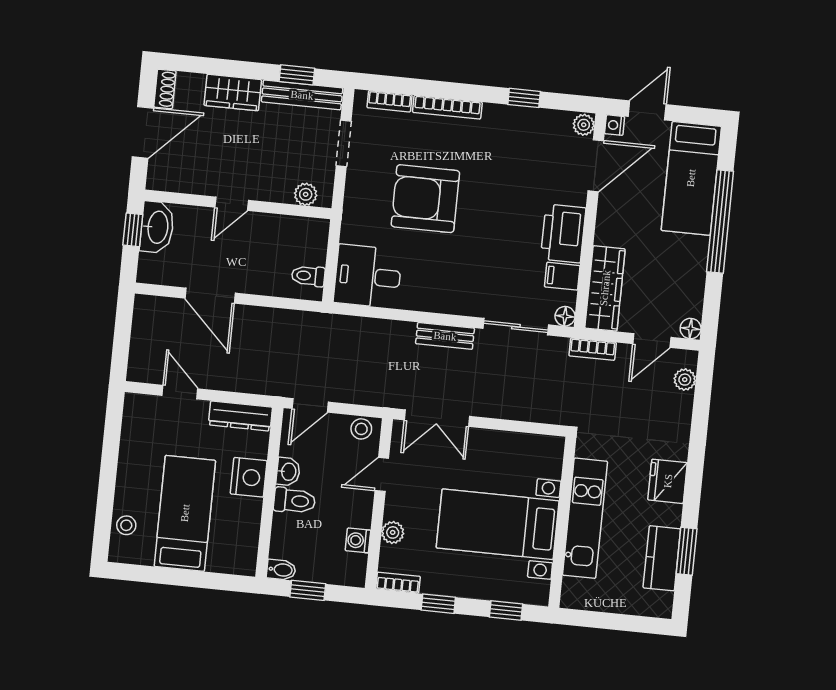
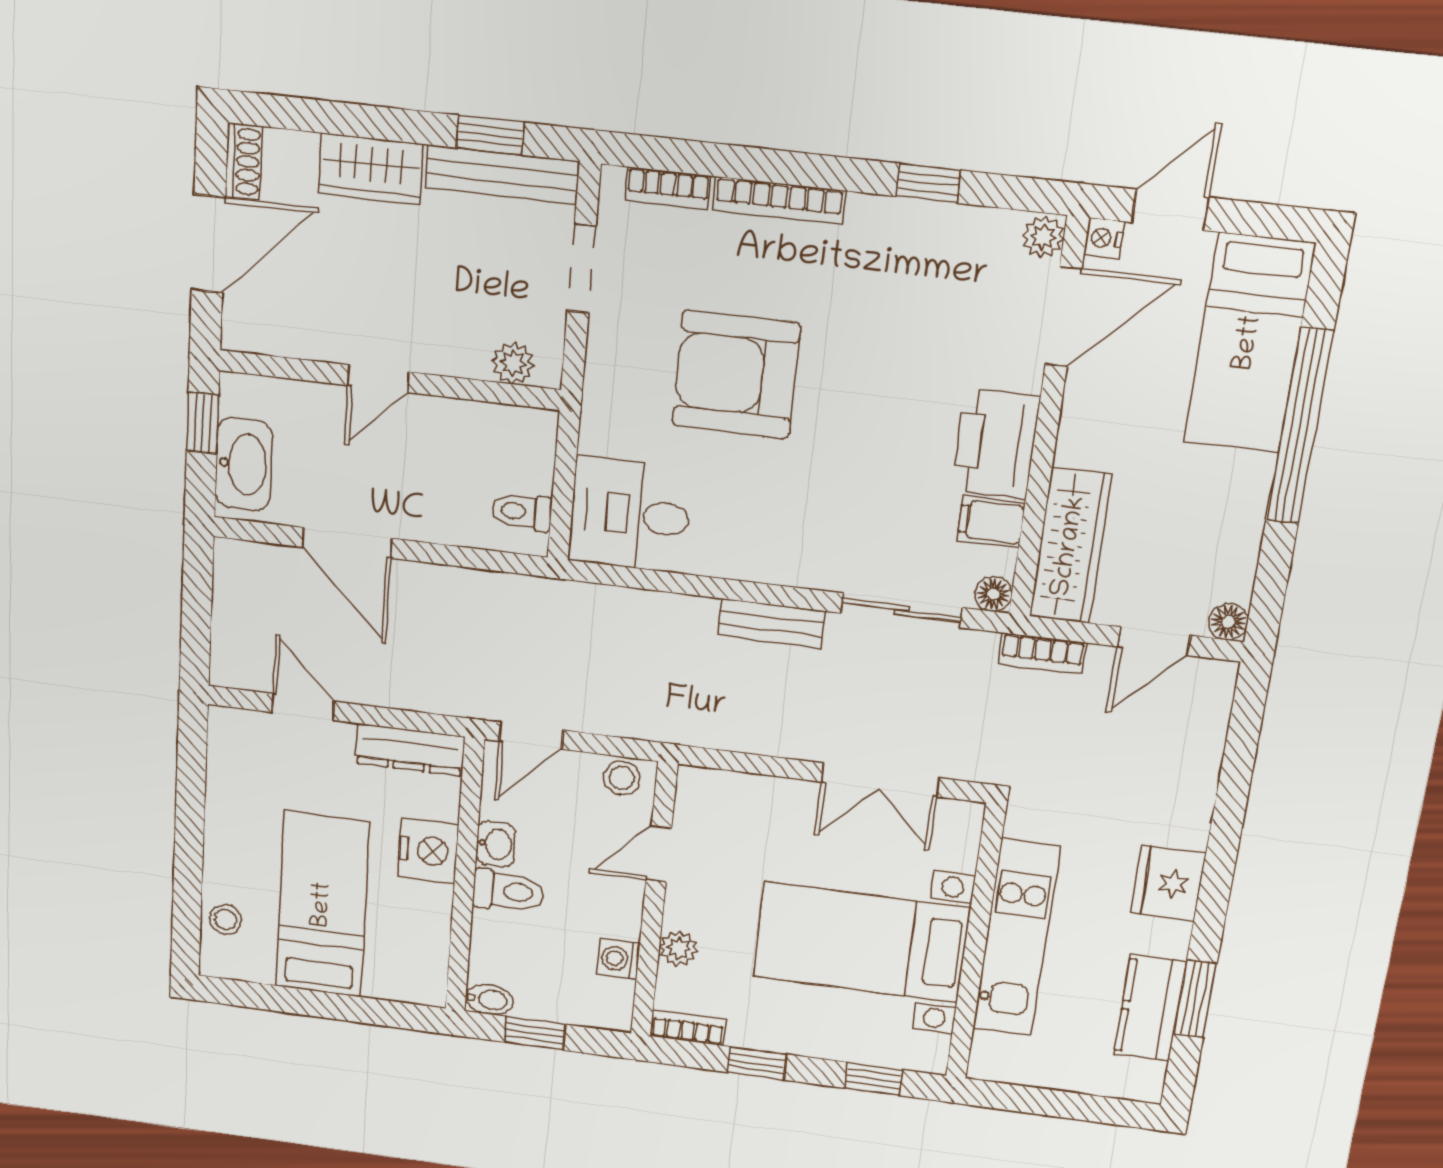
washbasin: (157, 227) -> (244, 464), moved
plant: (685, 380) -> (1211, 711), removed
double door: (437, 418) -> (880, 780), moved

